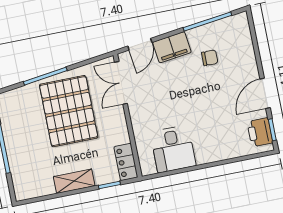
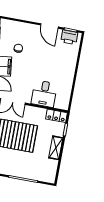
desk: (173, 149) -> (44, 94), moved, turned 90

